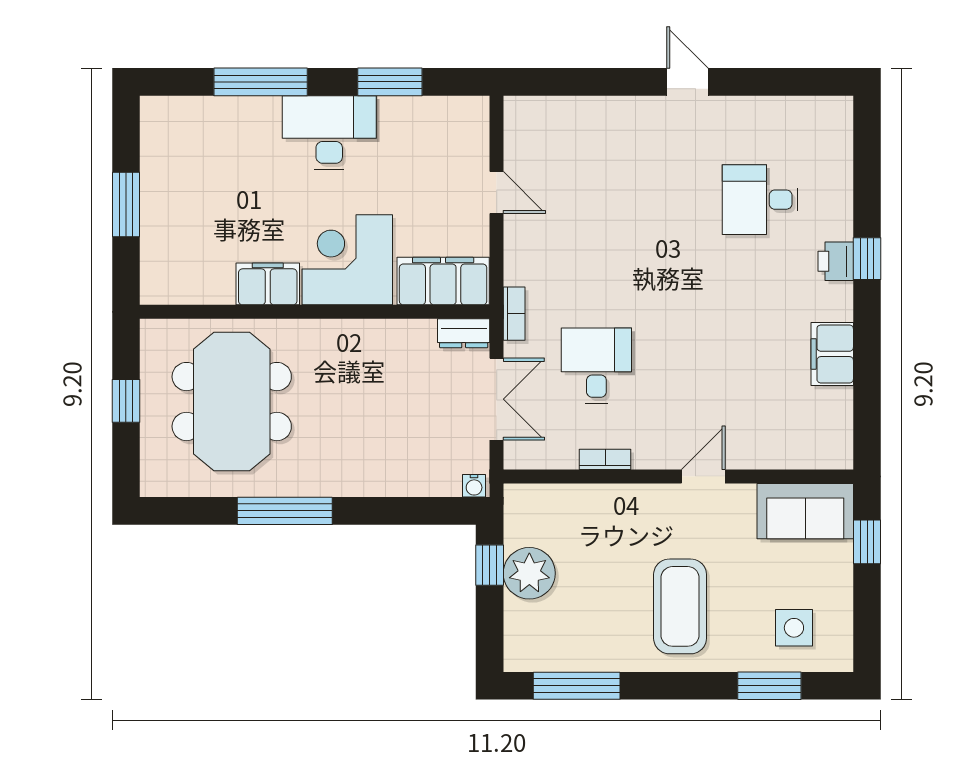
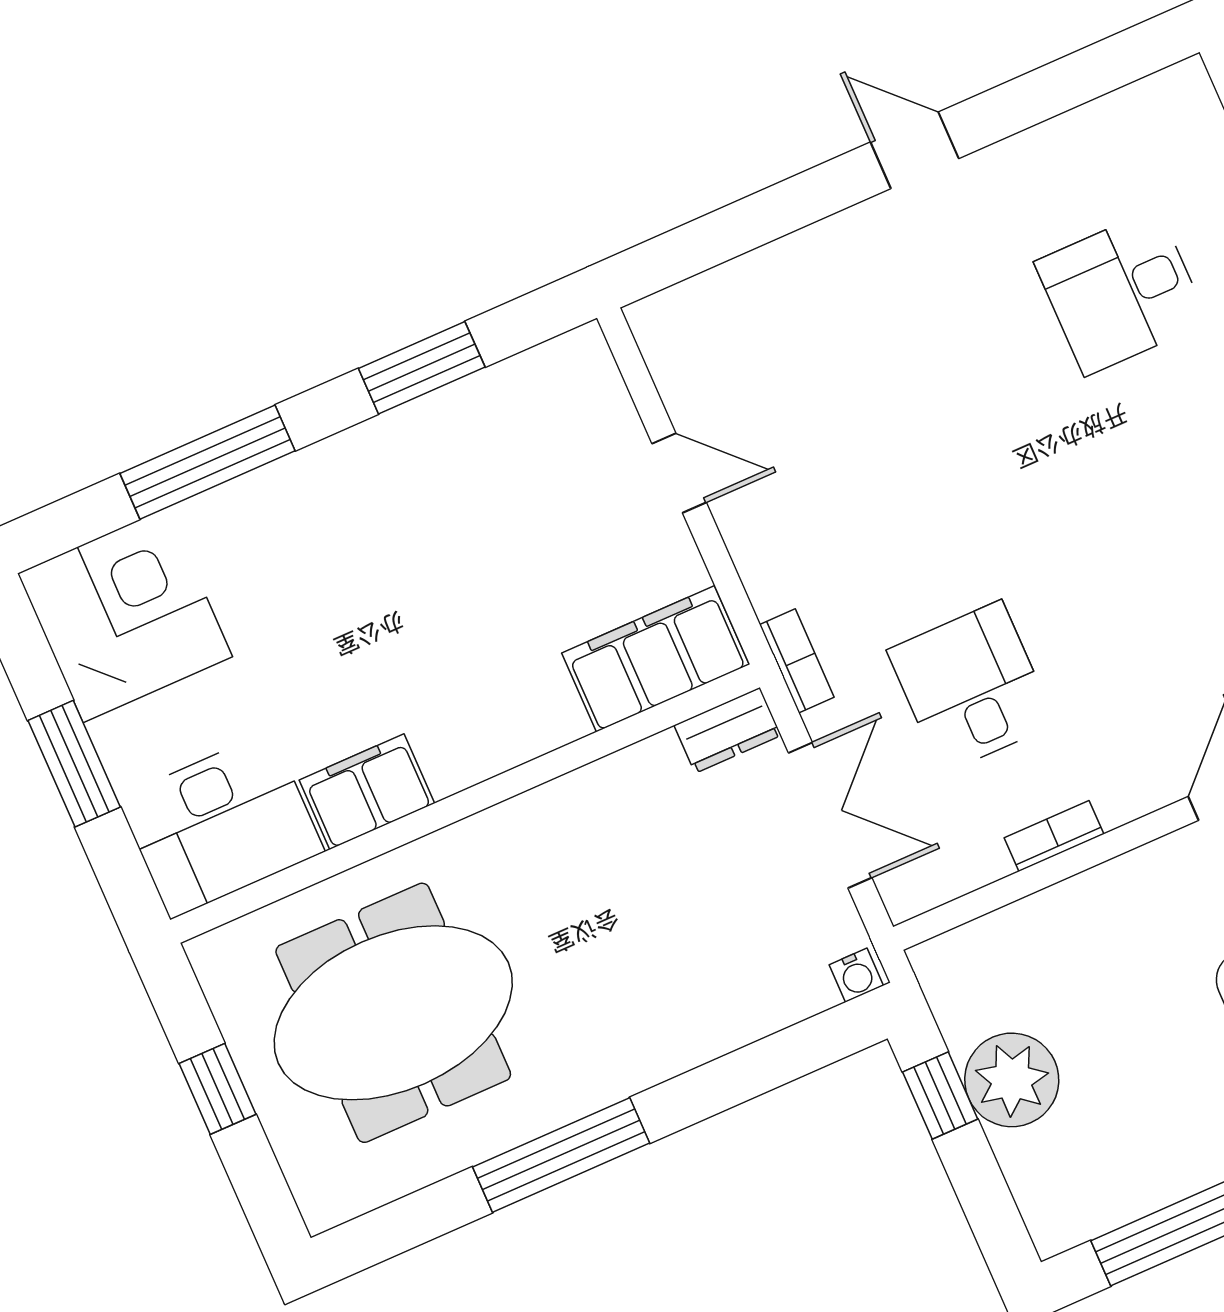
desk: (329, 132) -> (221, 825), moved, turned 180
corner desk: (347, 260) -> (125, 615), moved, turned 90
meeting table: (232, 402) -> (393, 1013), turned 90

